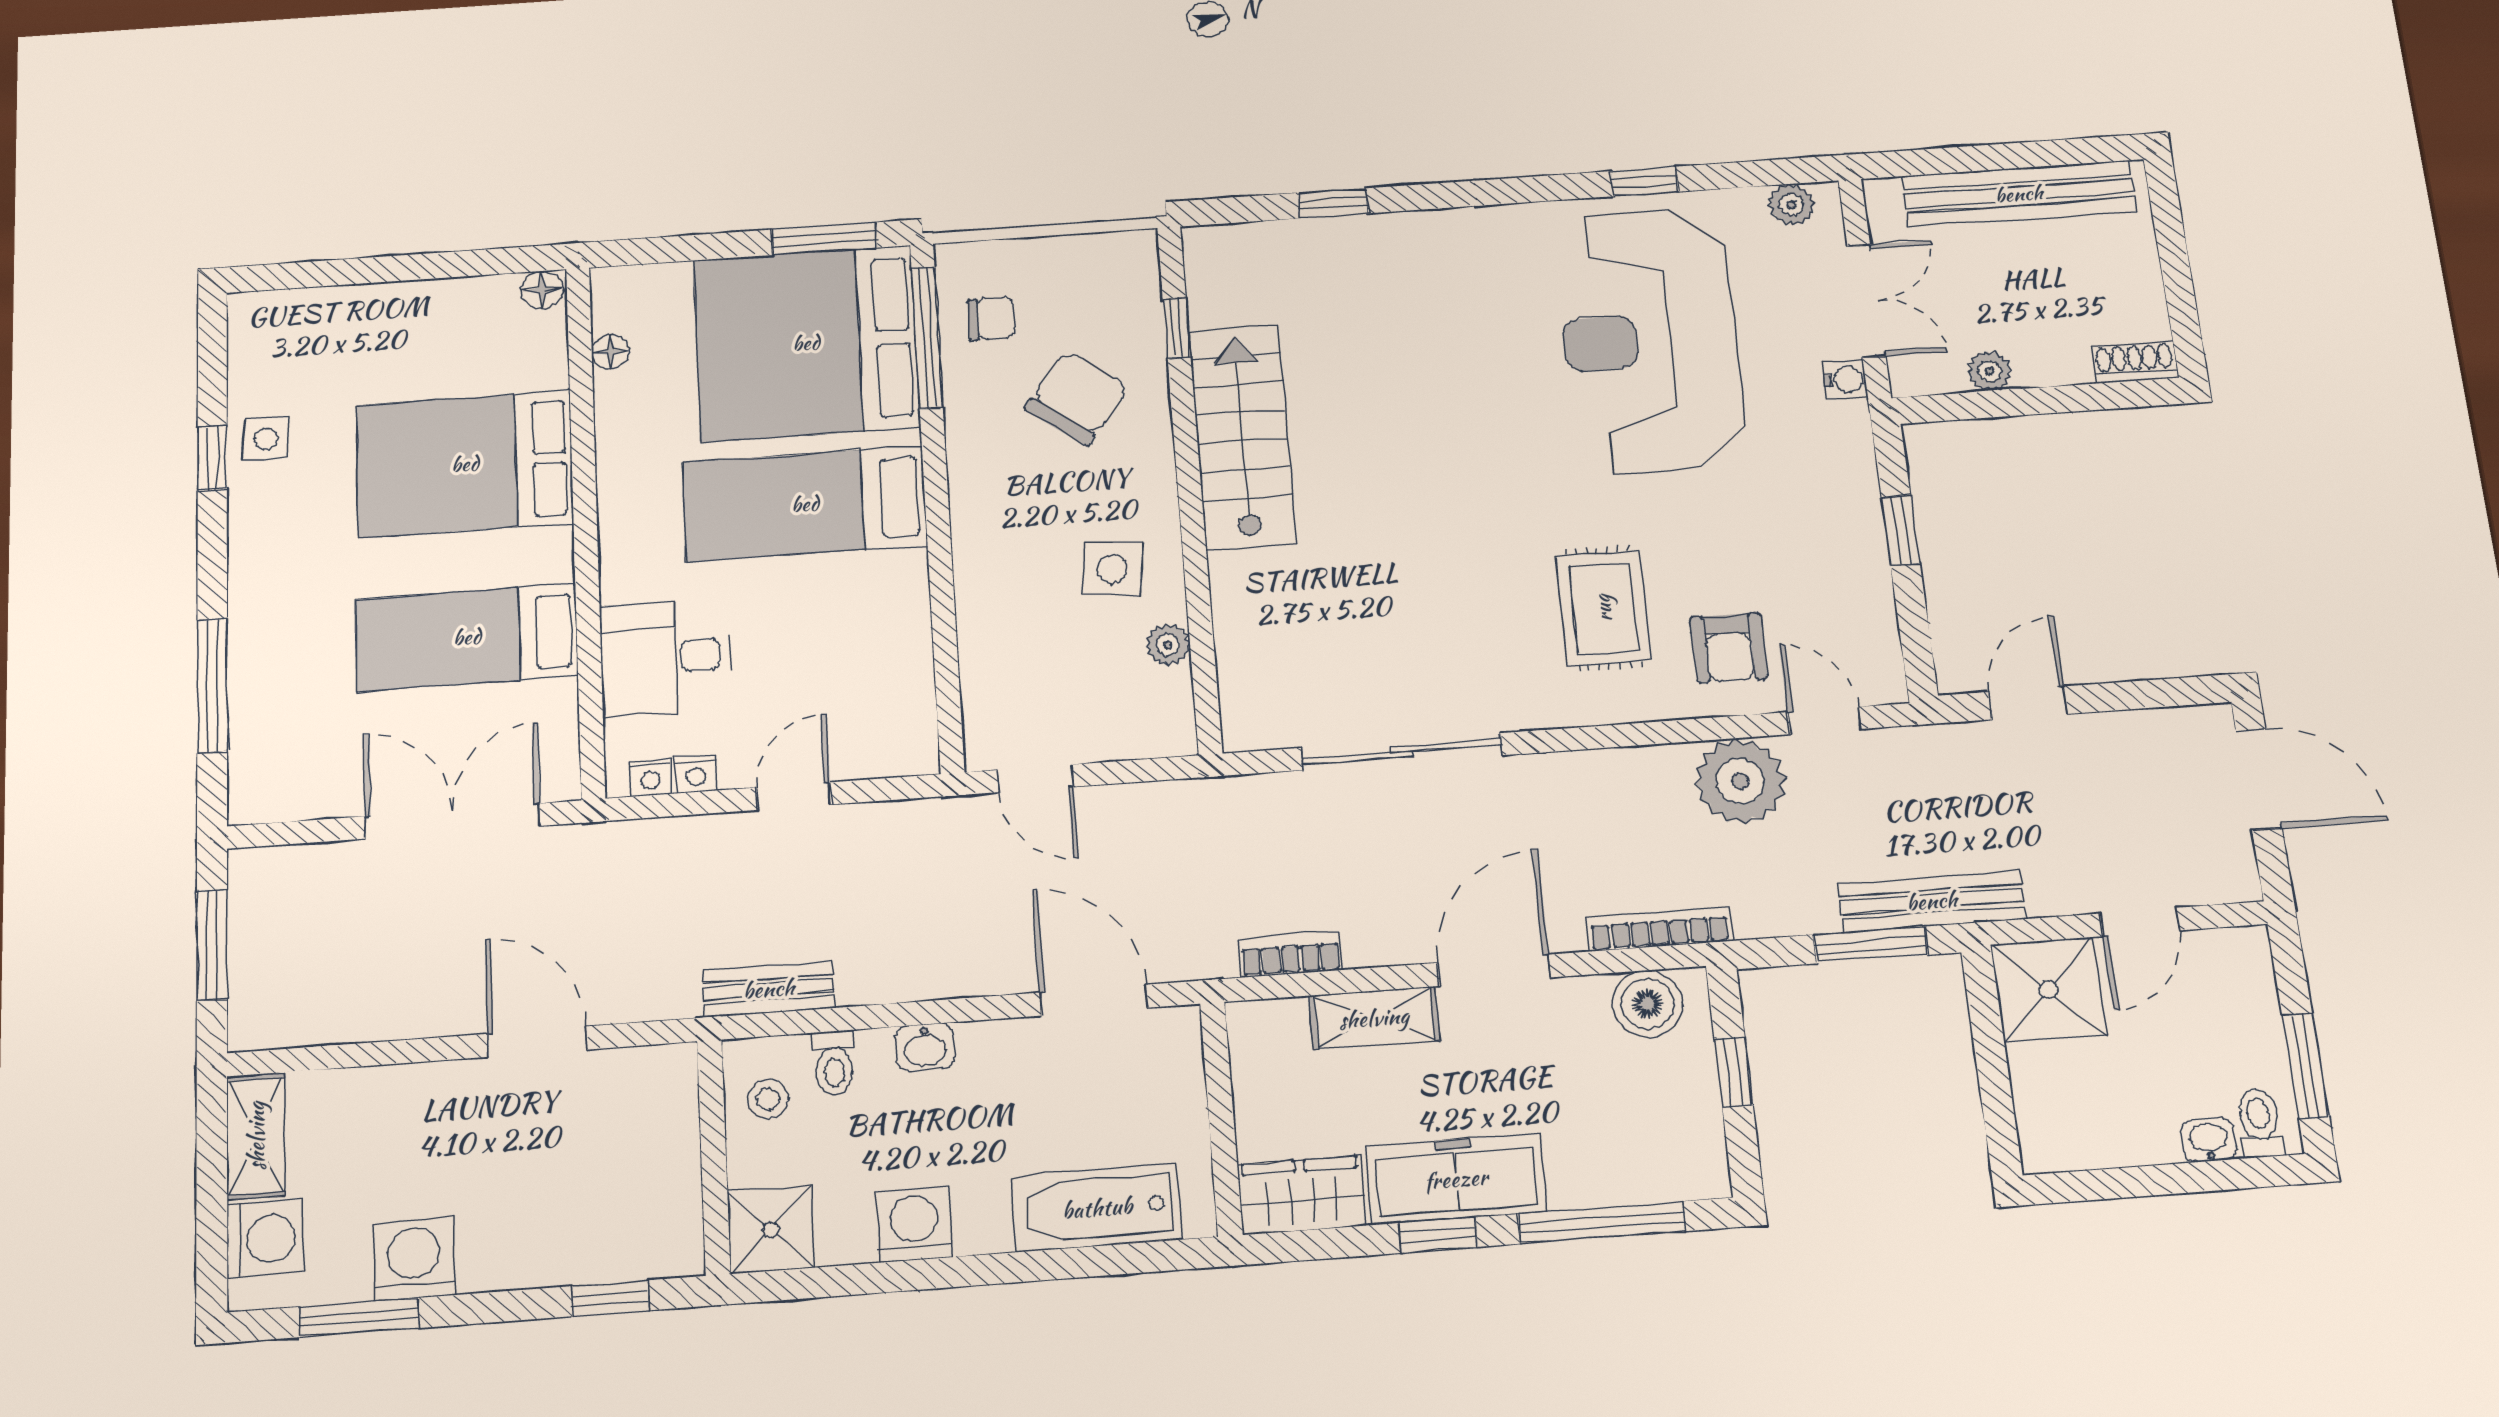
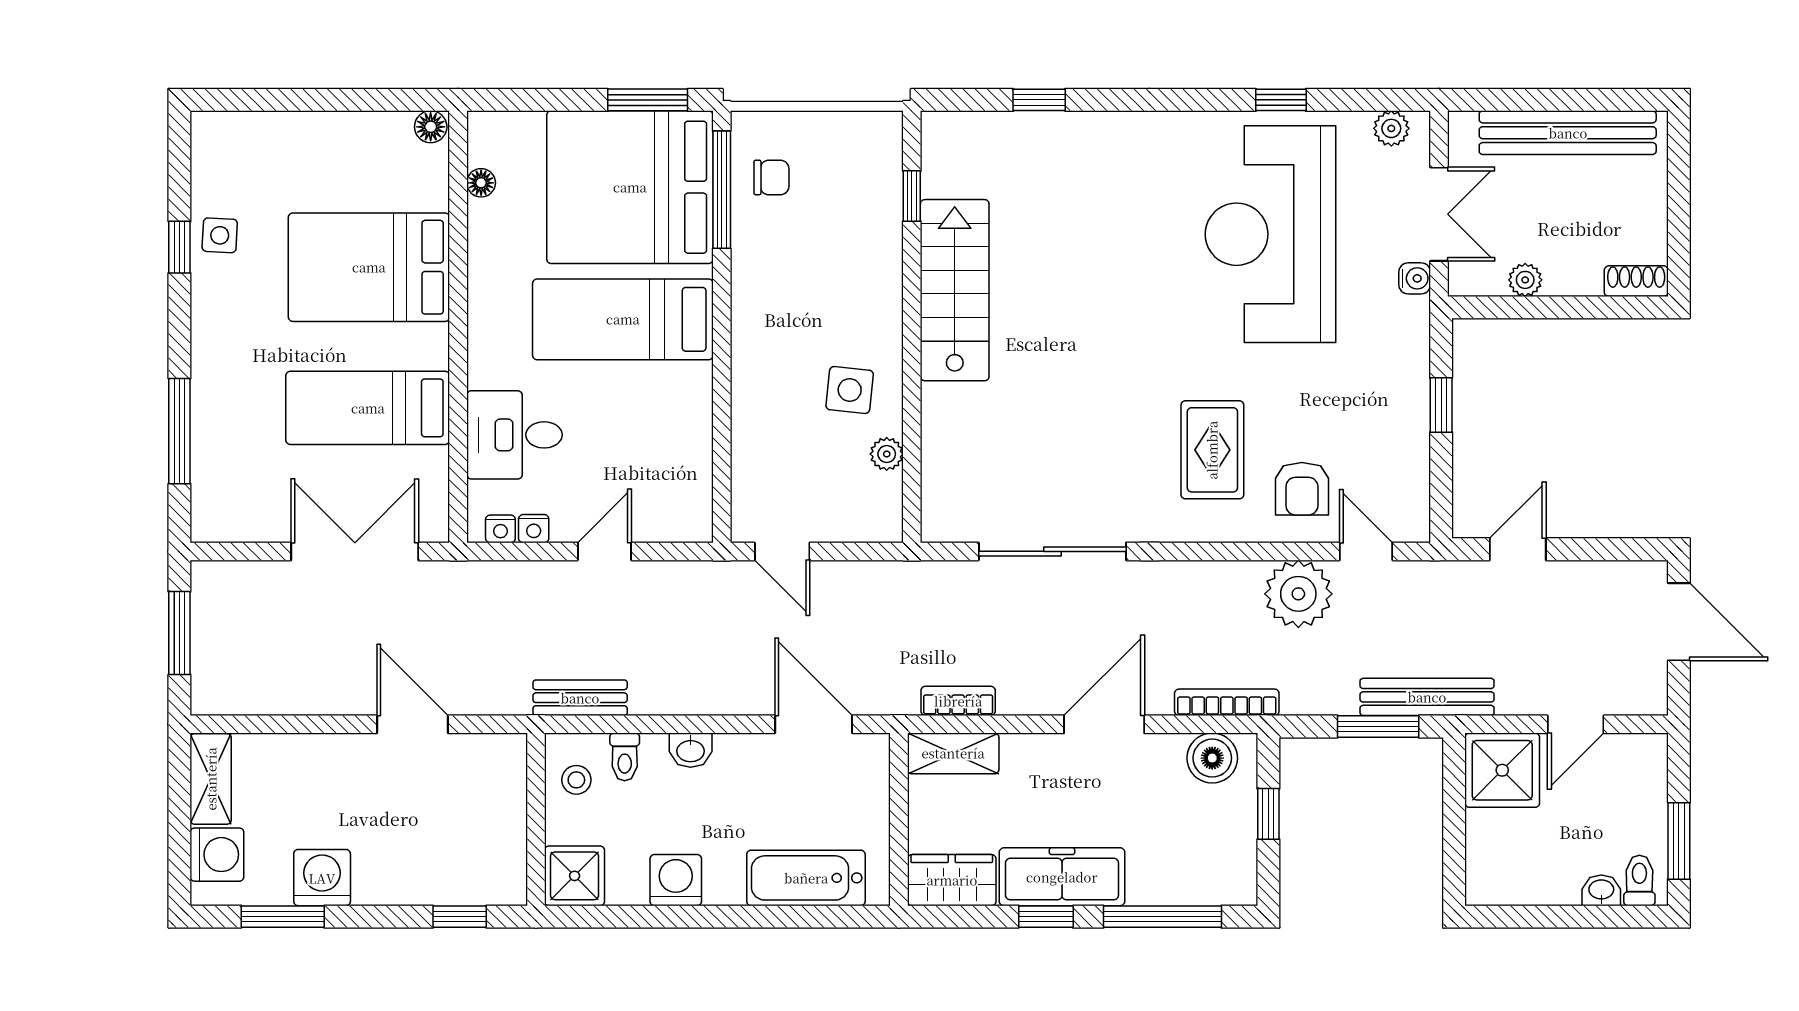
chair: (1077, 398) -> (832, 248), removed
shelving: (1374, 1018) -> (953, 753), moved

